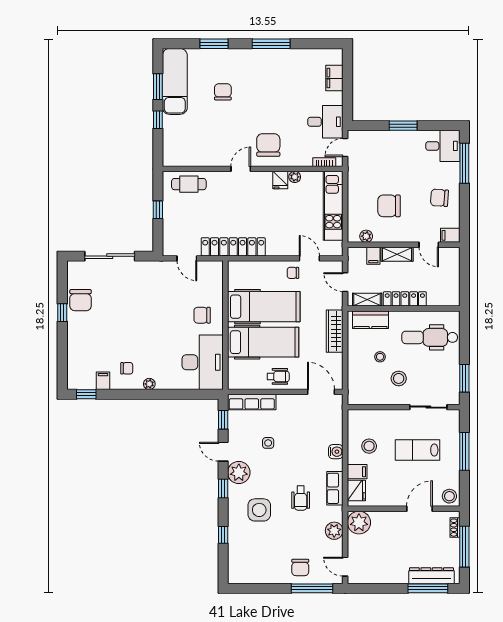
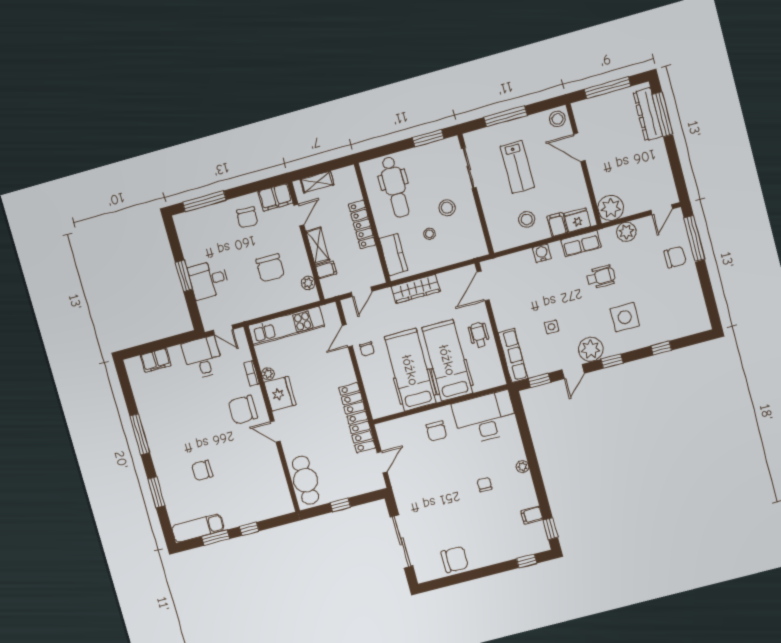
exam couch: (175, 81) -> (198, 528), width x0.73, depth x0.69
desk: (443, 146) -> (209, 280), moved, turned -90
bookcase: (324, 162) -> (251, 373), moved
fridge: (280, 180) -> (280, 394), width x1.88, depth x1.34
cafe table: (189, 184) -> (305, 480), width x1.37, depth x1.35
filing cabinet: (450, 235) -> (275, 197), width x2.00
shelving: (367, 300) -> (317, 182), moved, turned 90
window: (62, 313) -> (527, 561), moved
chair: (127, 368) -> (485, 485), moved
shoe rack: (455, 528) -> (590, 104), removed

